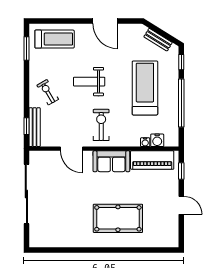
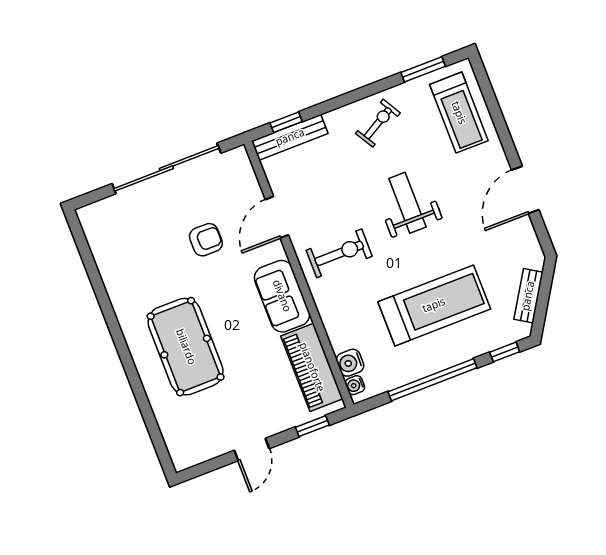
exercise bike: (48, 92) -> (378, 123), moved
water cooler: (145, 142) -> (355, 385), moved
armchair: (69, 188) -> (206, 240), added

